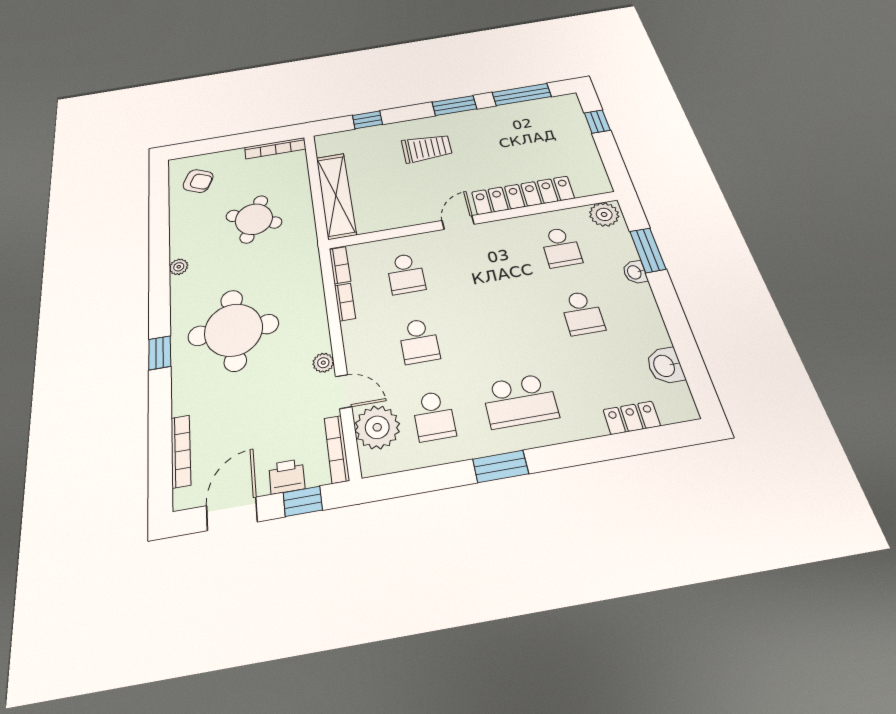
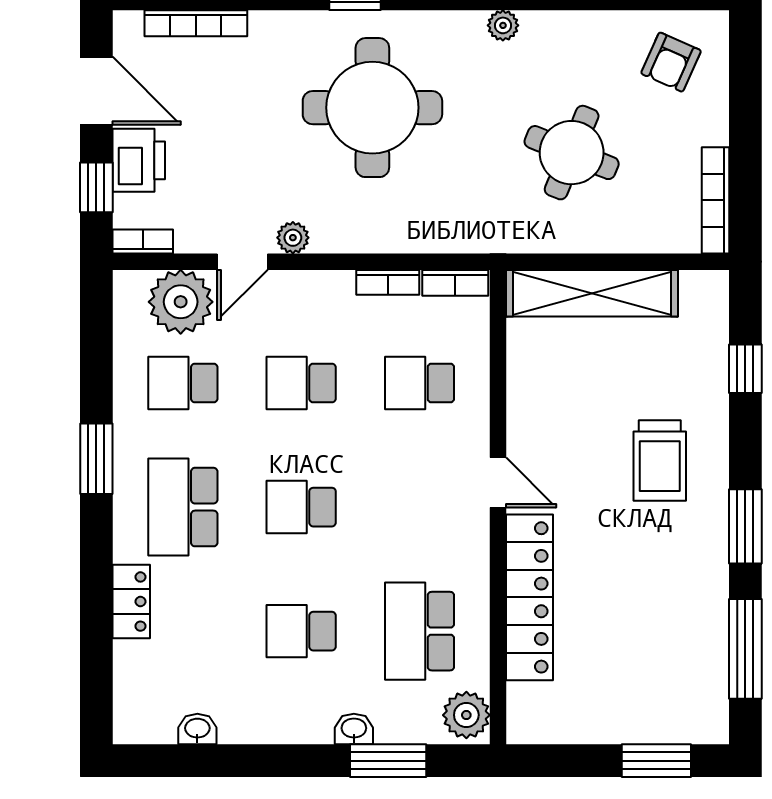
window: (597, 121) -> (656, 761), width x1.50
school desk: (561, 247) -> (420, 631), width x1.85
school desk: (501, 327) -> (301, 507), added
washbasin: (665, 366) -> (197, 729), width x0.72, depth x0.69
locker: (632, 418) -> (131, 602), moved
bookcase: (337, 449) -> (143, 241), width x0.64
printer: (287, 476) -> (139, 160), width x1.36, depth x1.24

